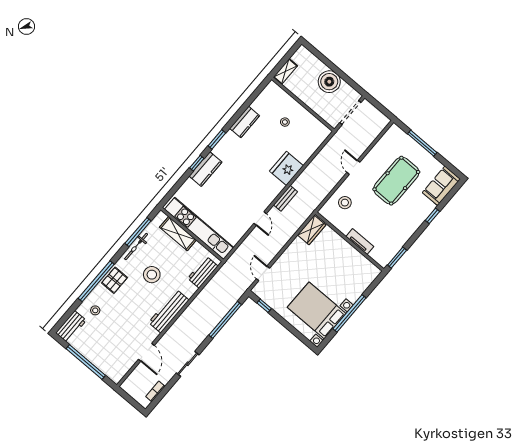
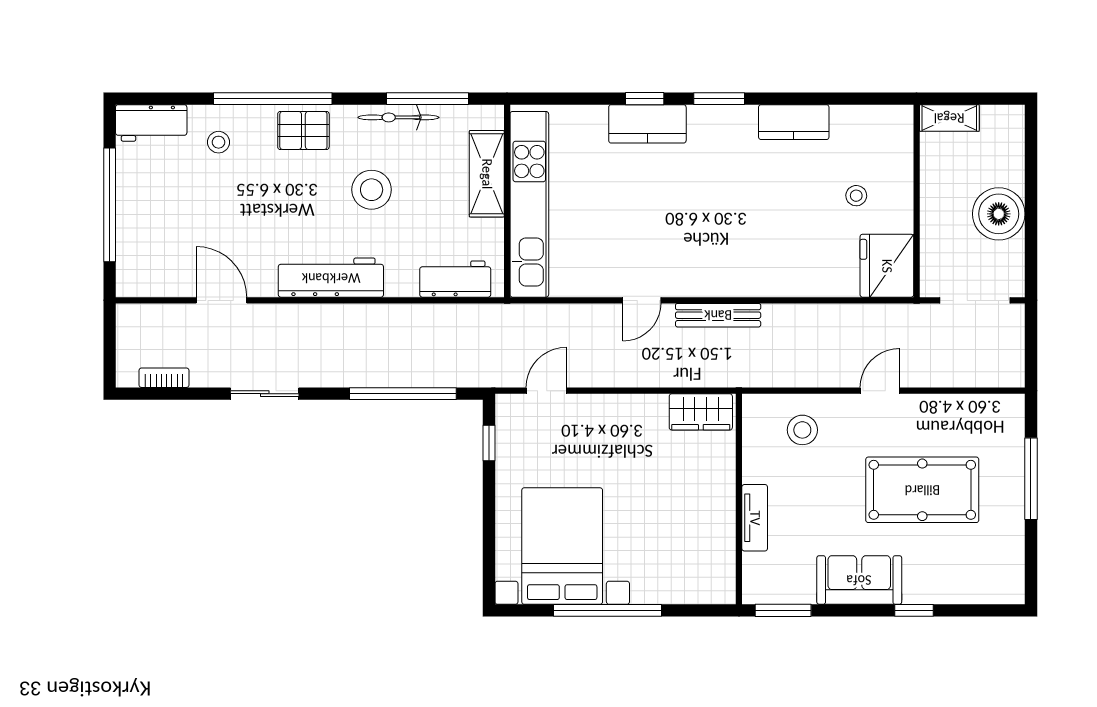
fridge: (286, 168) -> (887, 266), moved, turned -90
sofa: (441, 186) -> (859, 580), moved
bench: (286, 198) -> (718, 315), width x1.36
door: (146, 352) -> (221, 300), swing flipped

